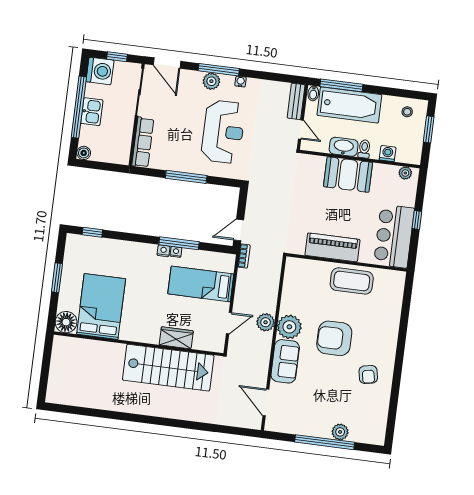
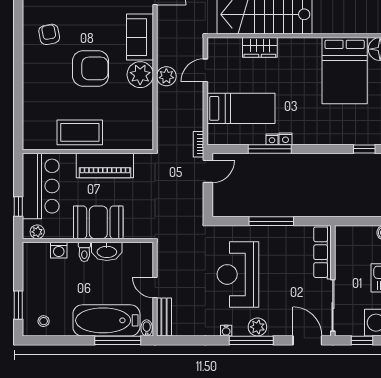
washbasin: (344, 147) -> (107, 251), moved
toilet: (364, 149) -> (84, 252), moved
washing machine: (388, 154) -> (59, 250), moved
wall: (360, 159) -> (88, 240), moved
plant: (405, 173) -> (37, 232), moved
booth: (348, 175) -> (98, 222), moved

